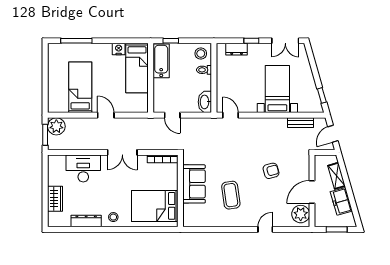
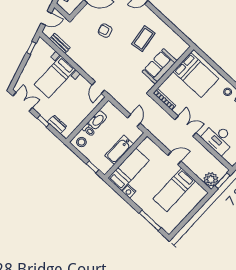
bathtub: (161, 61) -> (119, 150), moved
washbasin: (205, 102) -> (97, 120), moved
door: (106, 115) -> (174, 158), swing flipped

